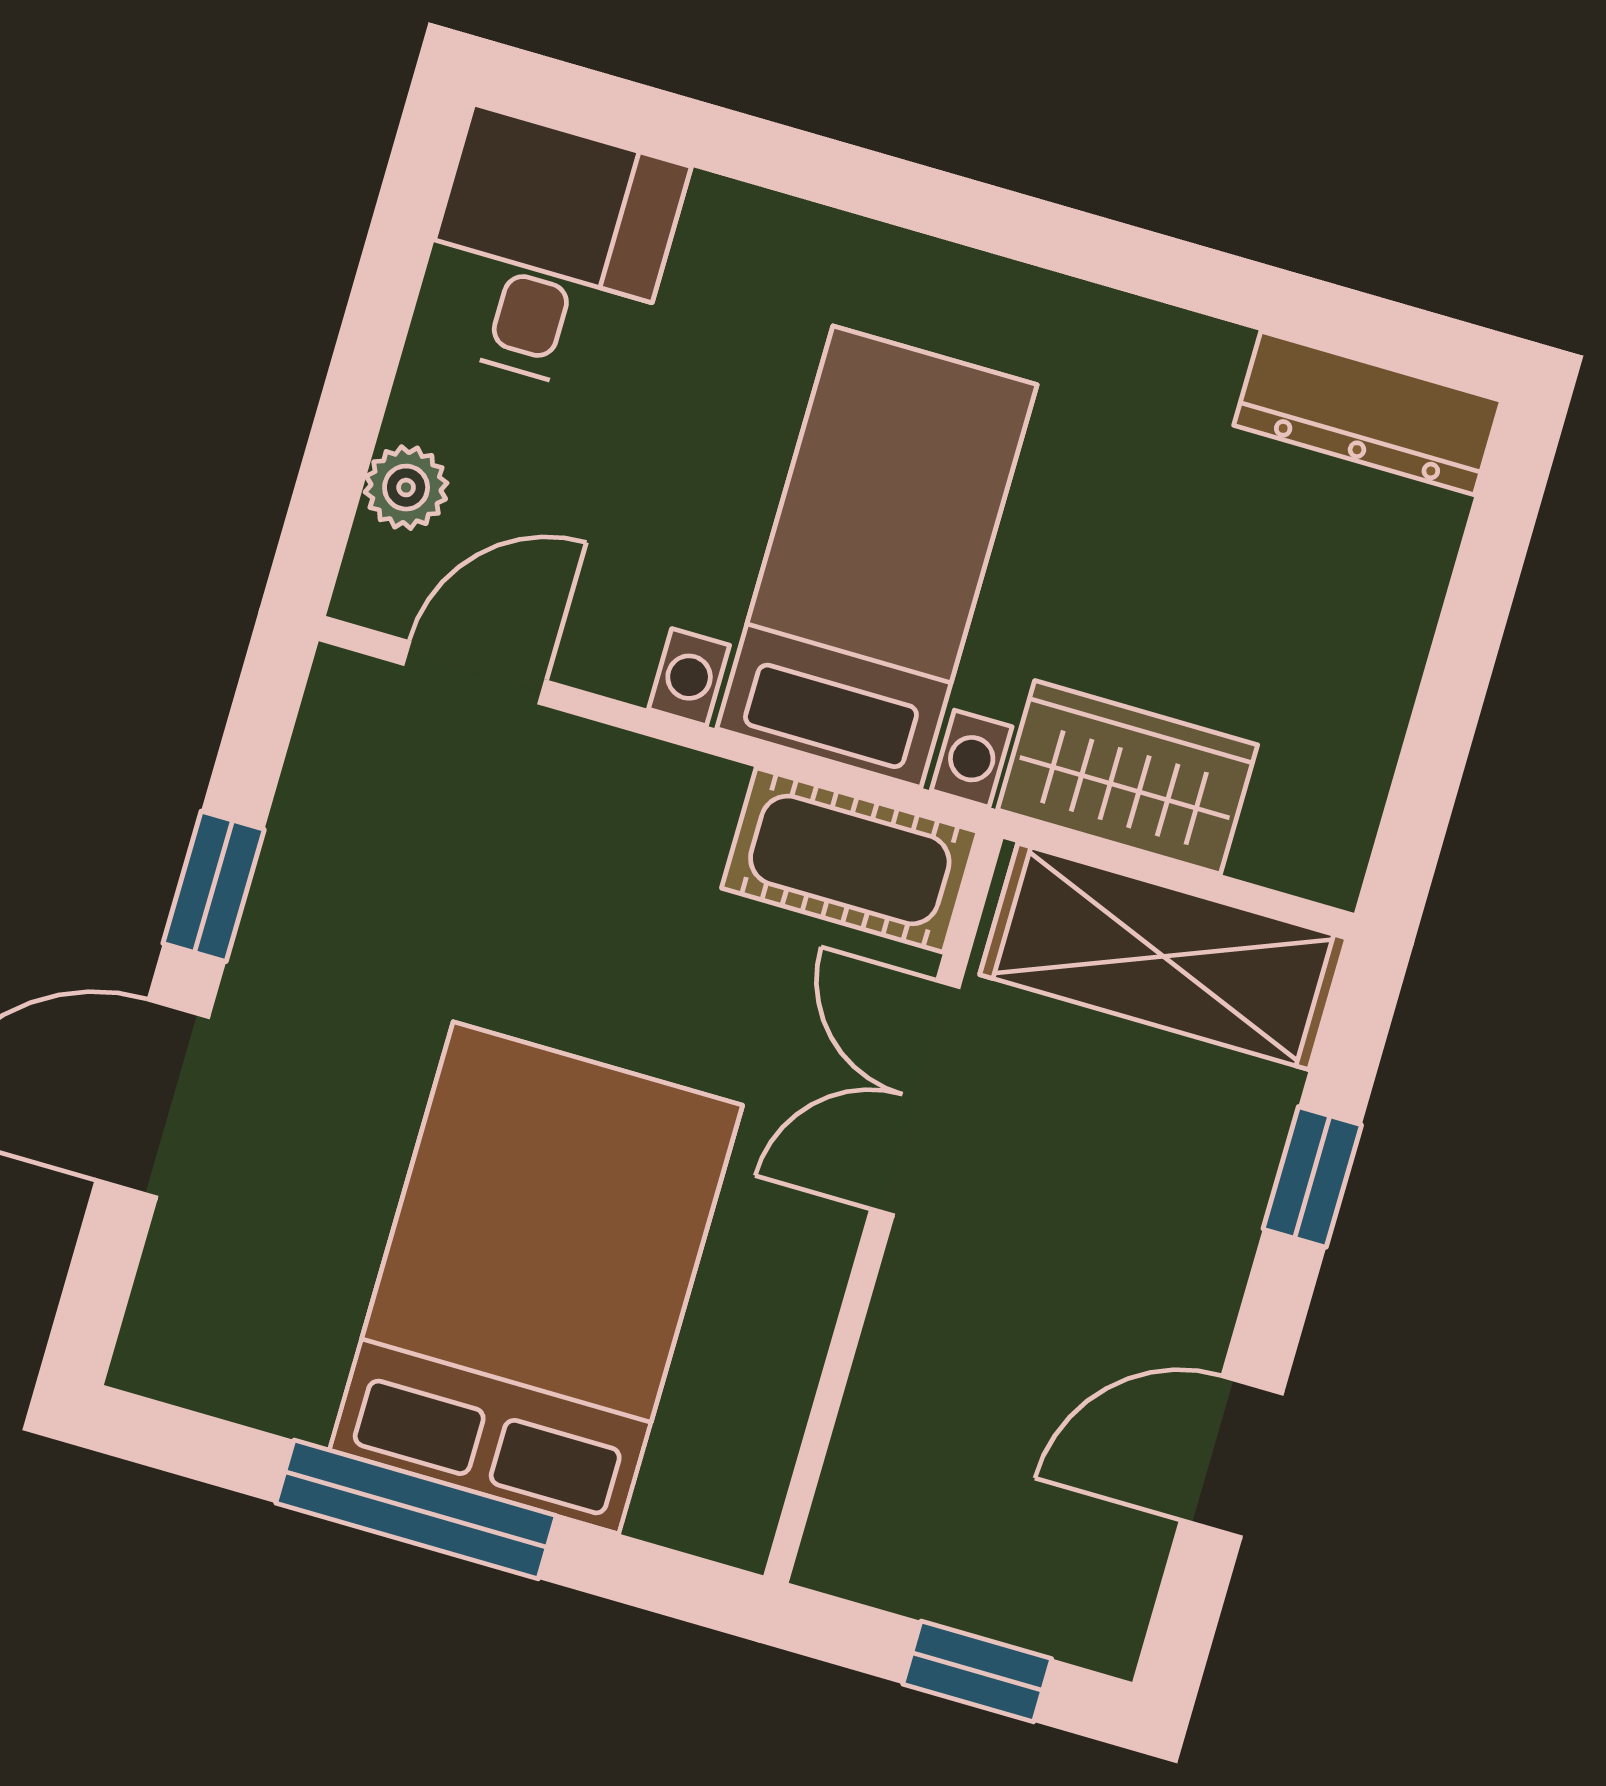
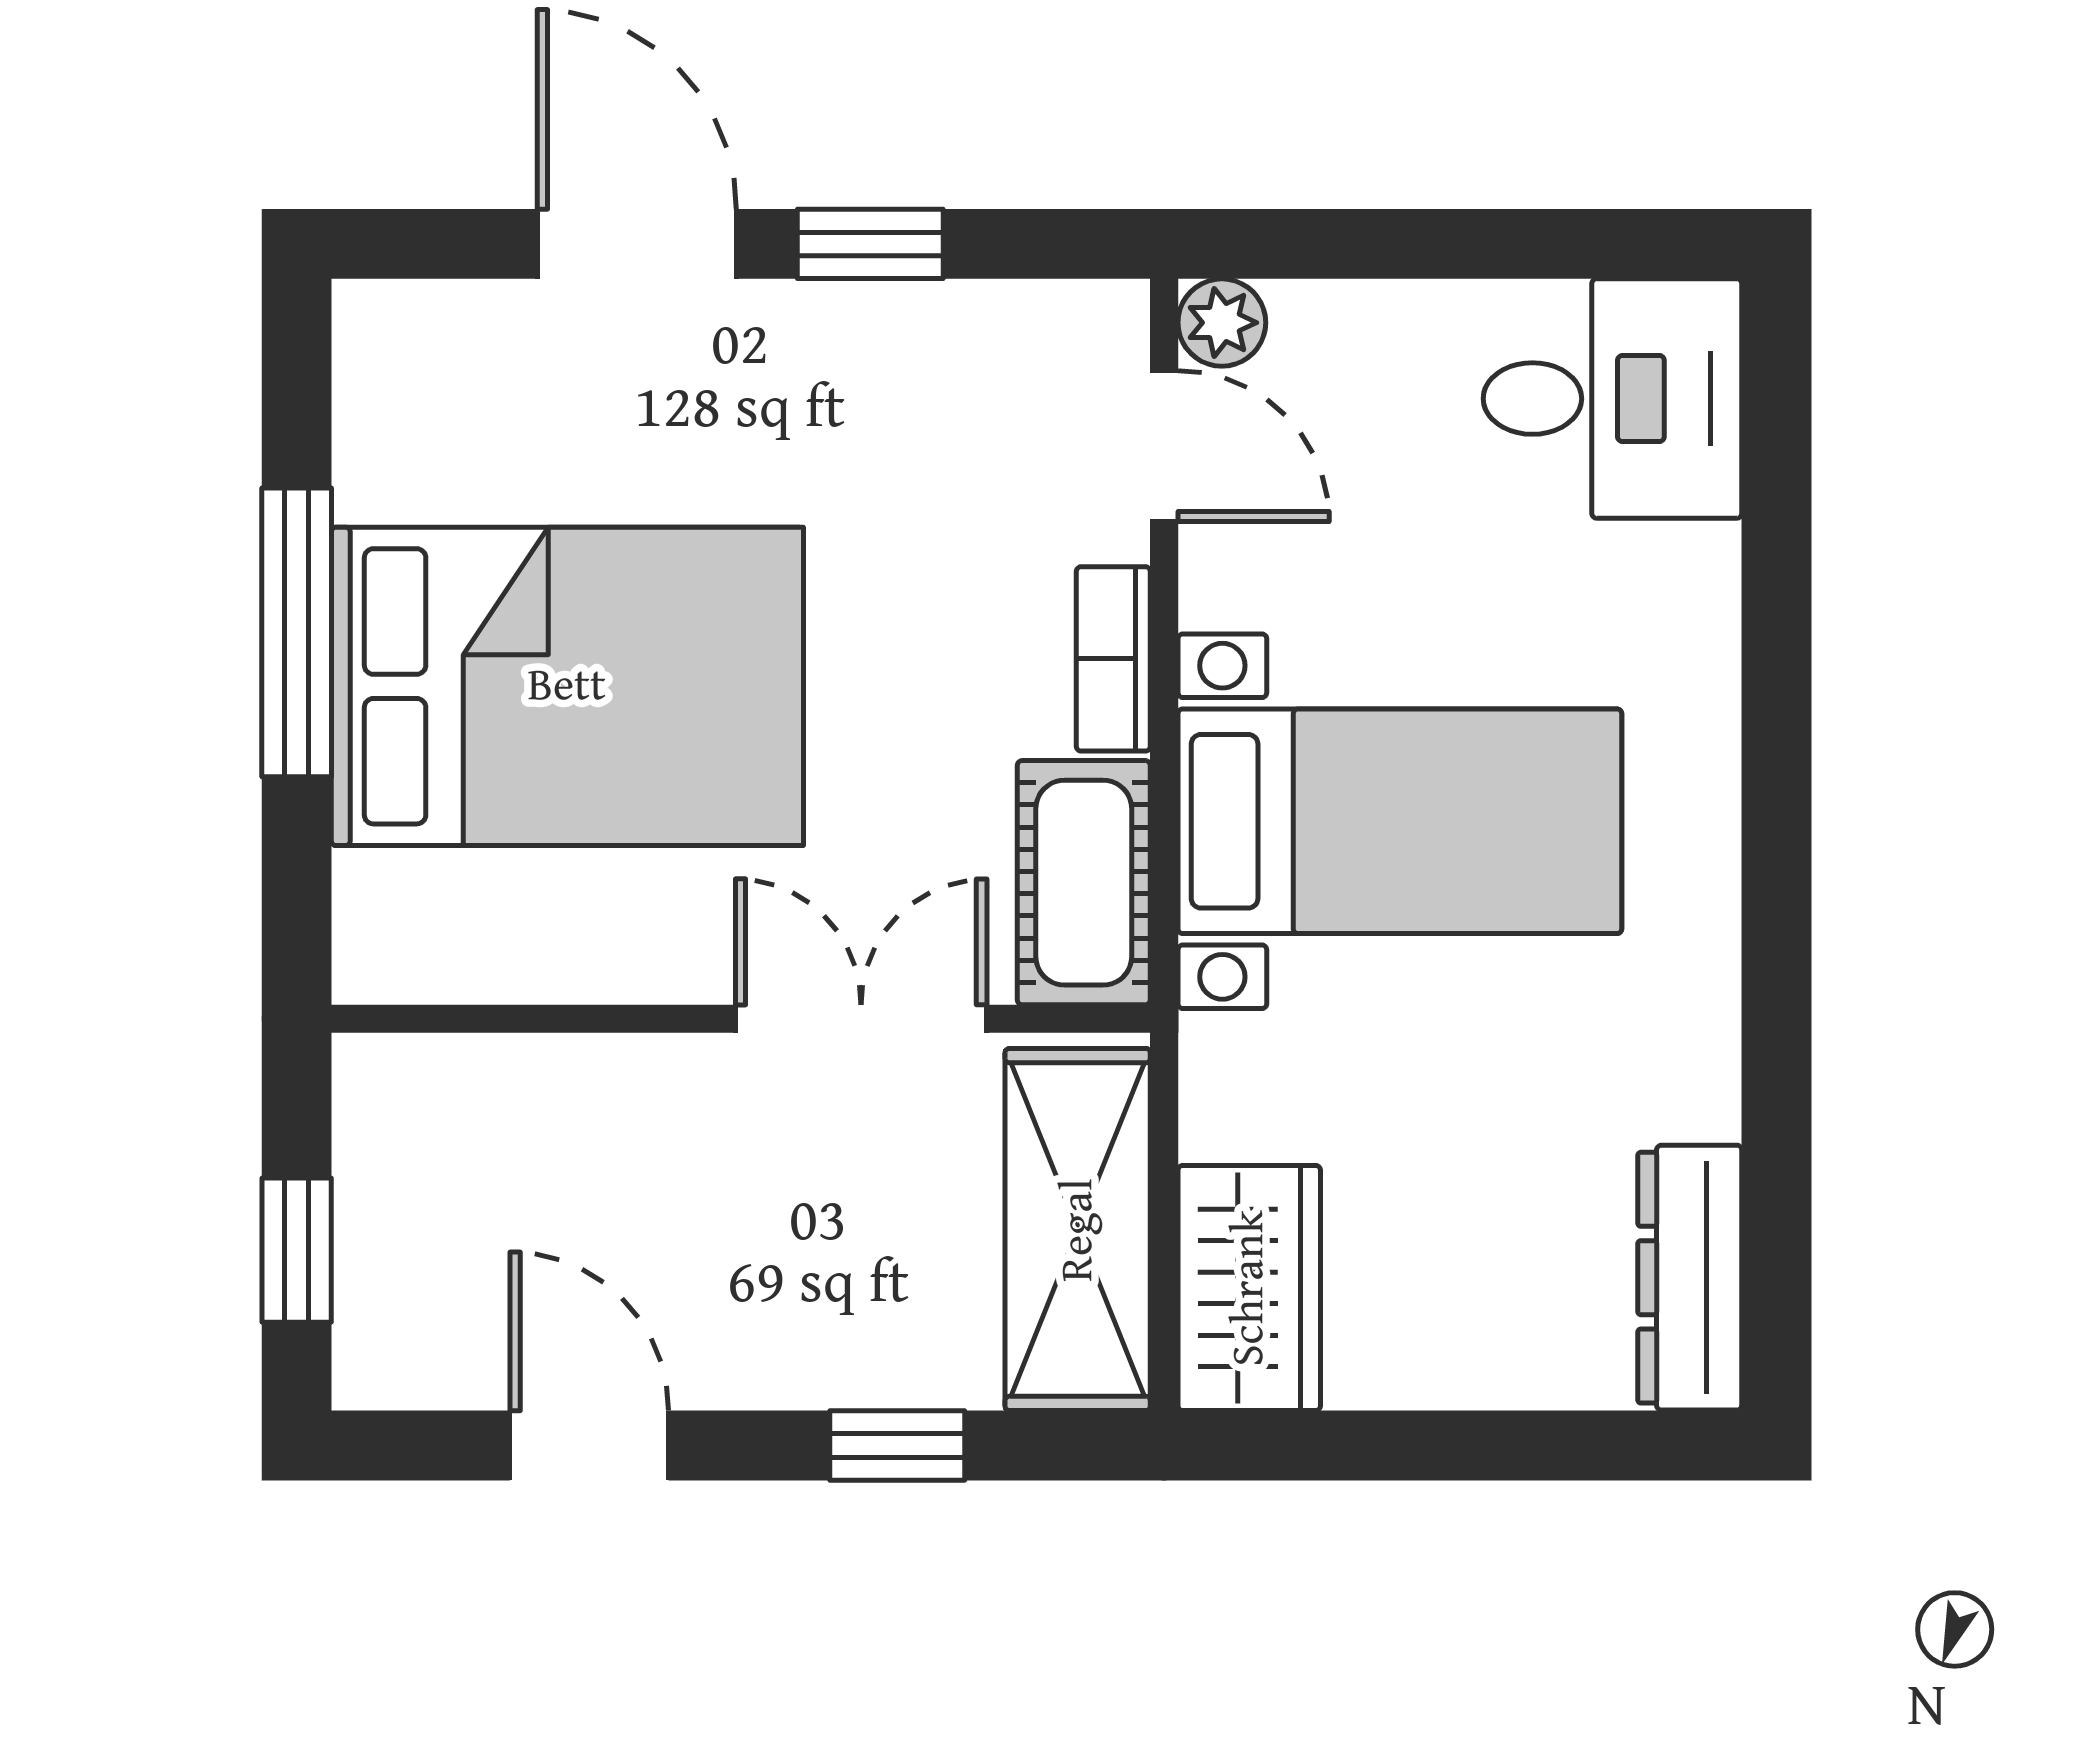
plant: (406, 488) -> (1222, 323), moved
bookcase: (654, 774) -> (1113, 659), added
wardrobe: (1128, 777) -> (1249, 1288), moved

